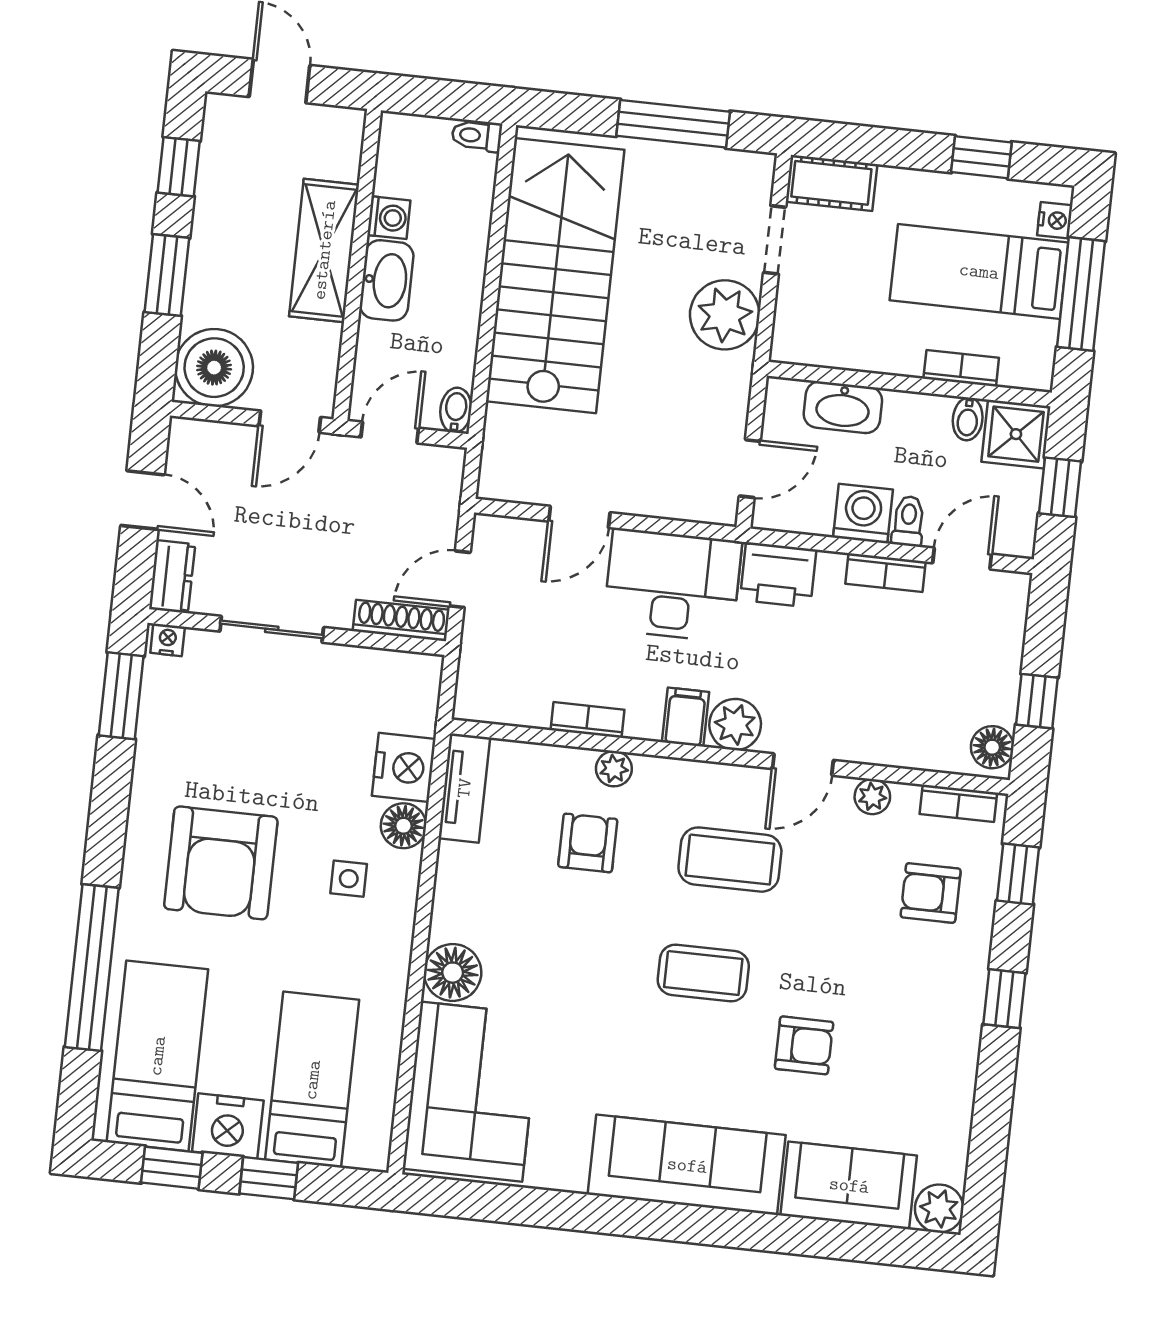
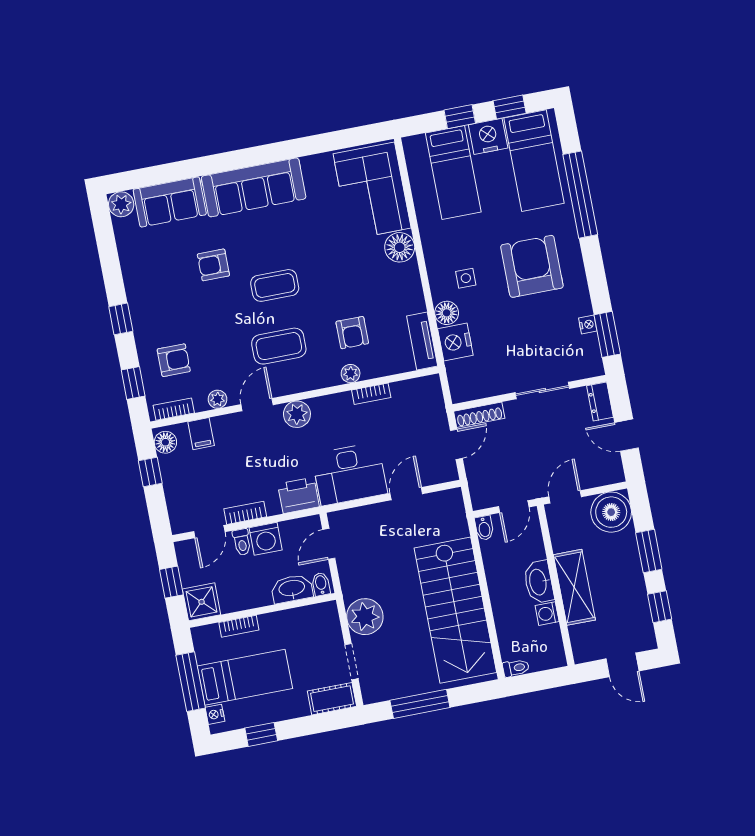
bidet: (968, 419) -> (321, 584), moved
nightstand: (168, 640) -> (588, 324), moved, turned -90
filing cabinet: (686, 717) -> (201, 434), moved

